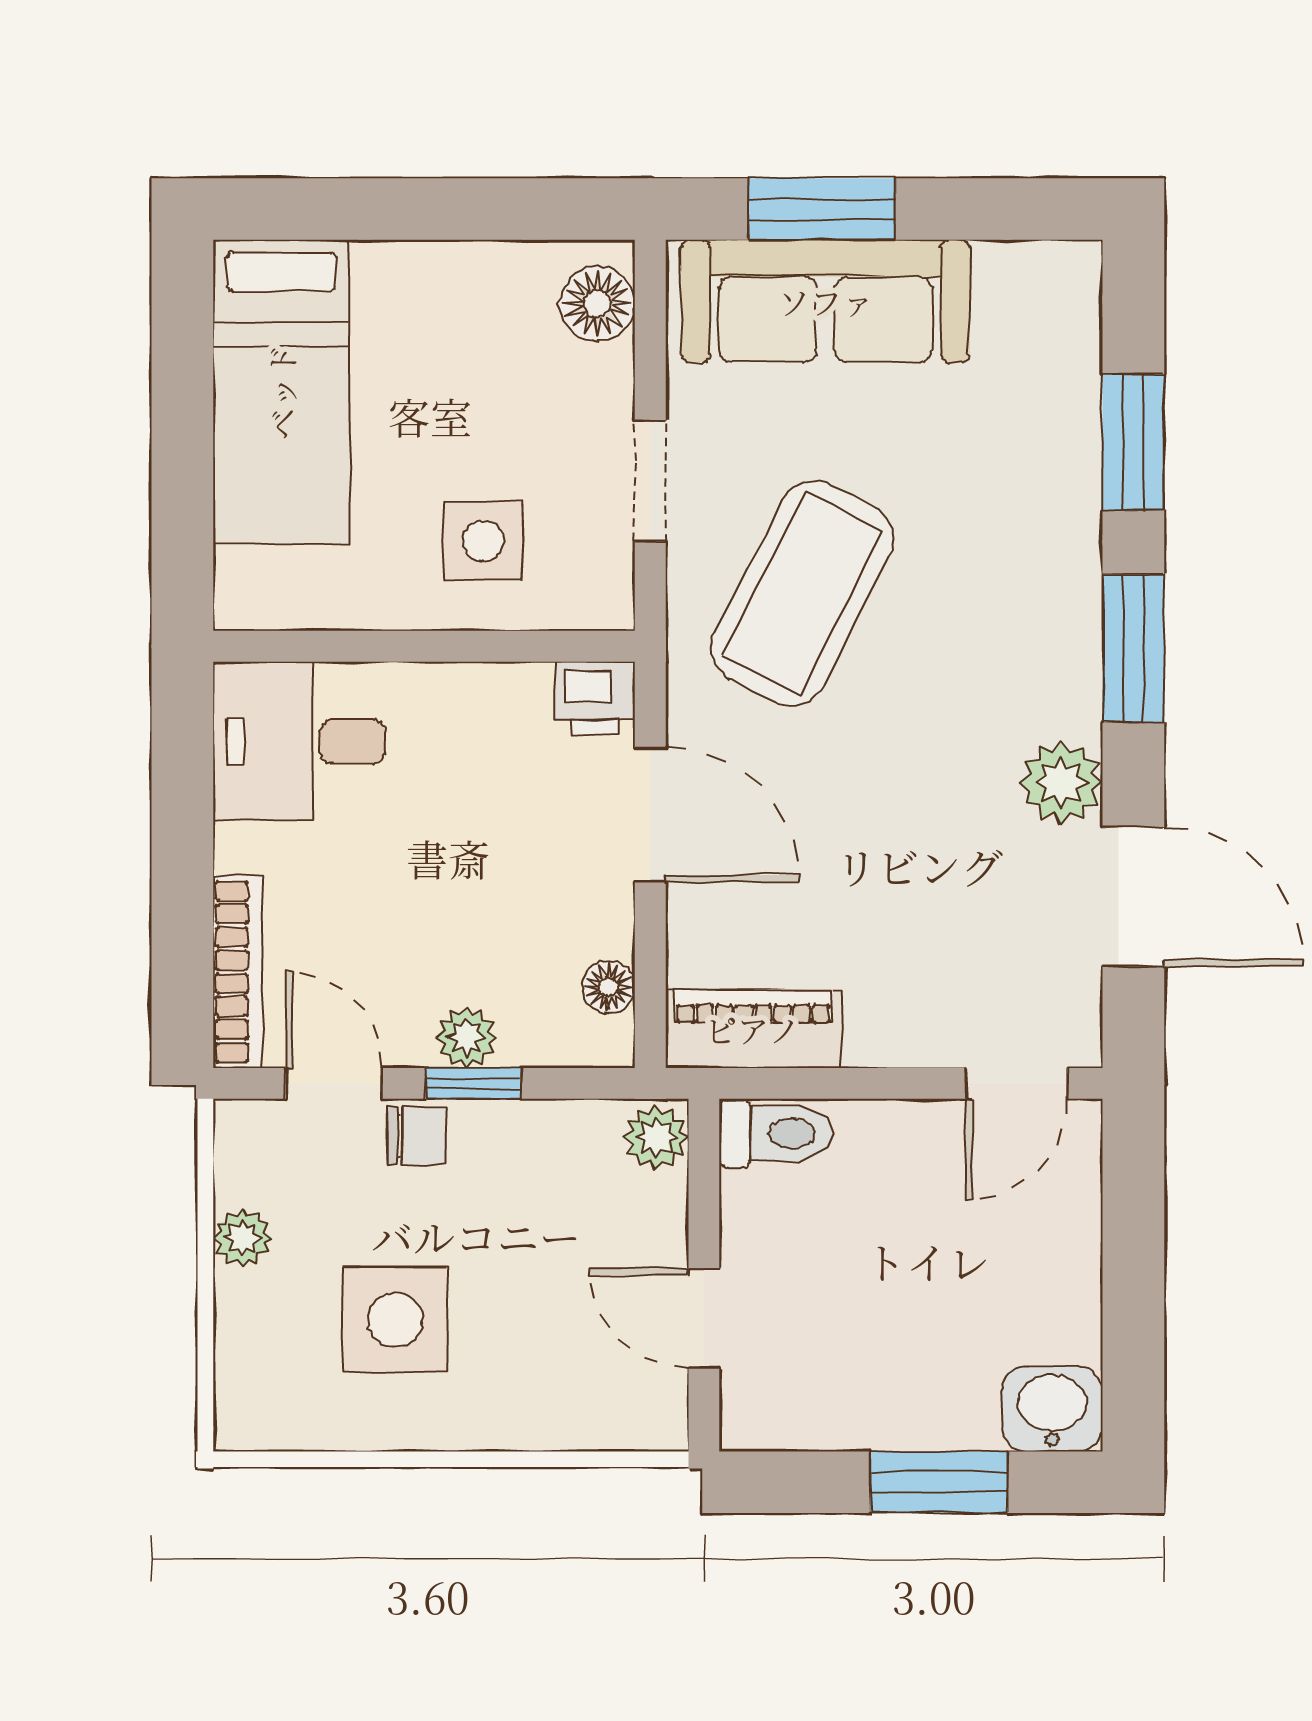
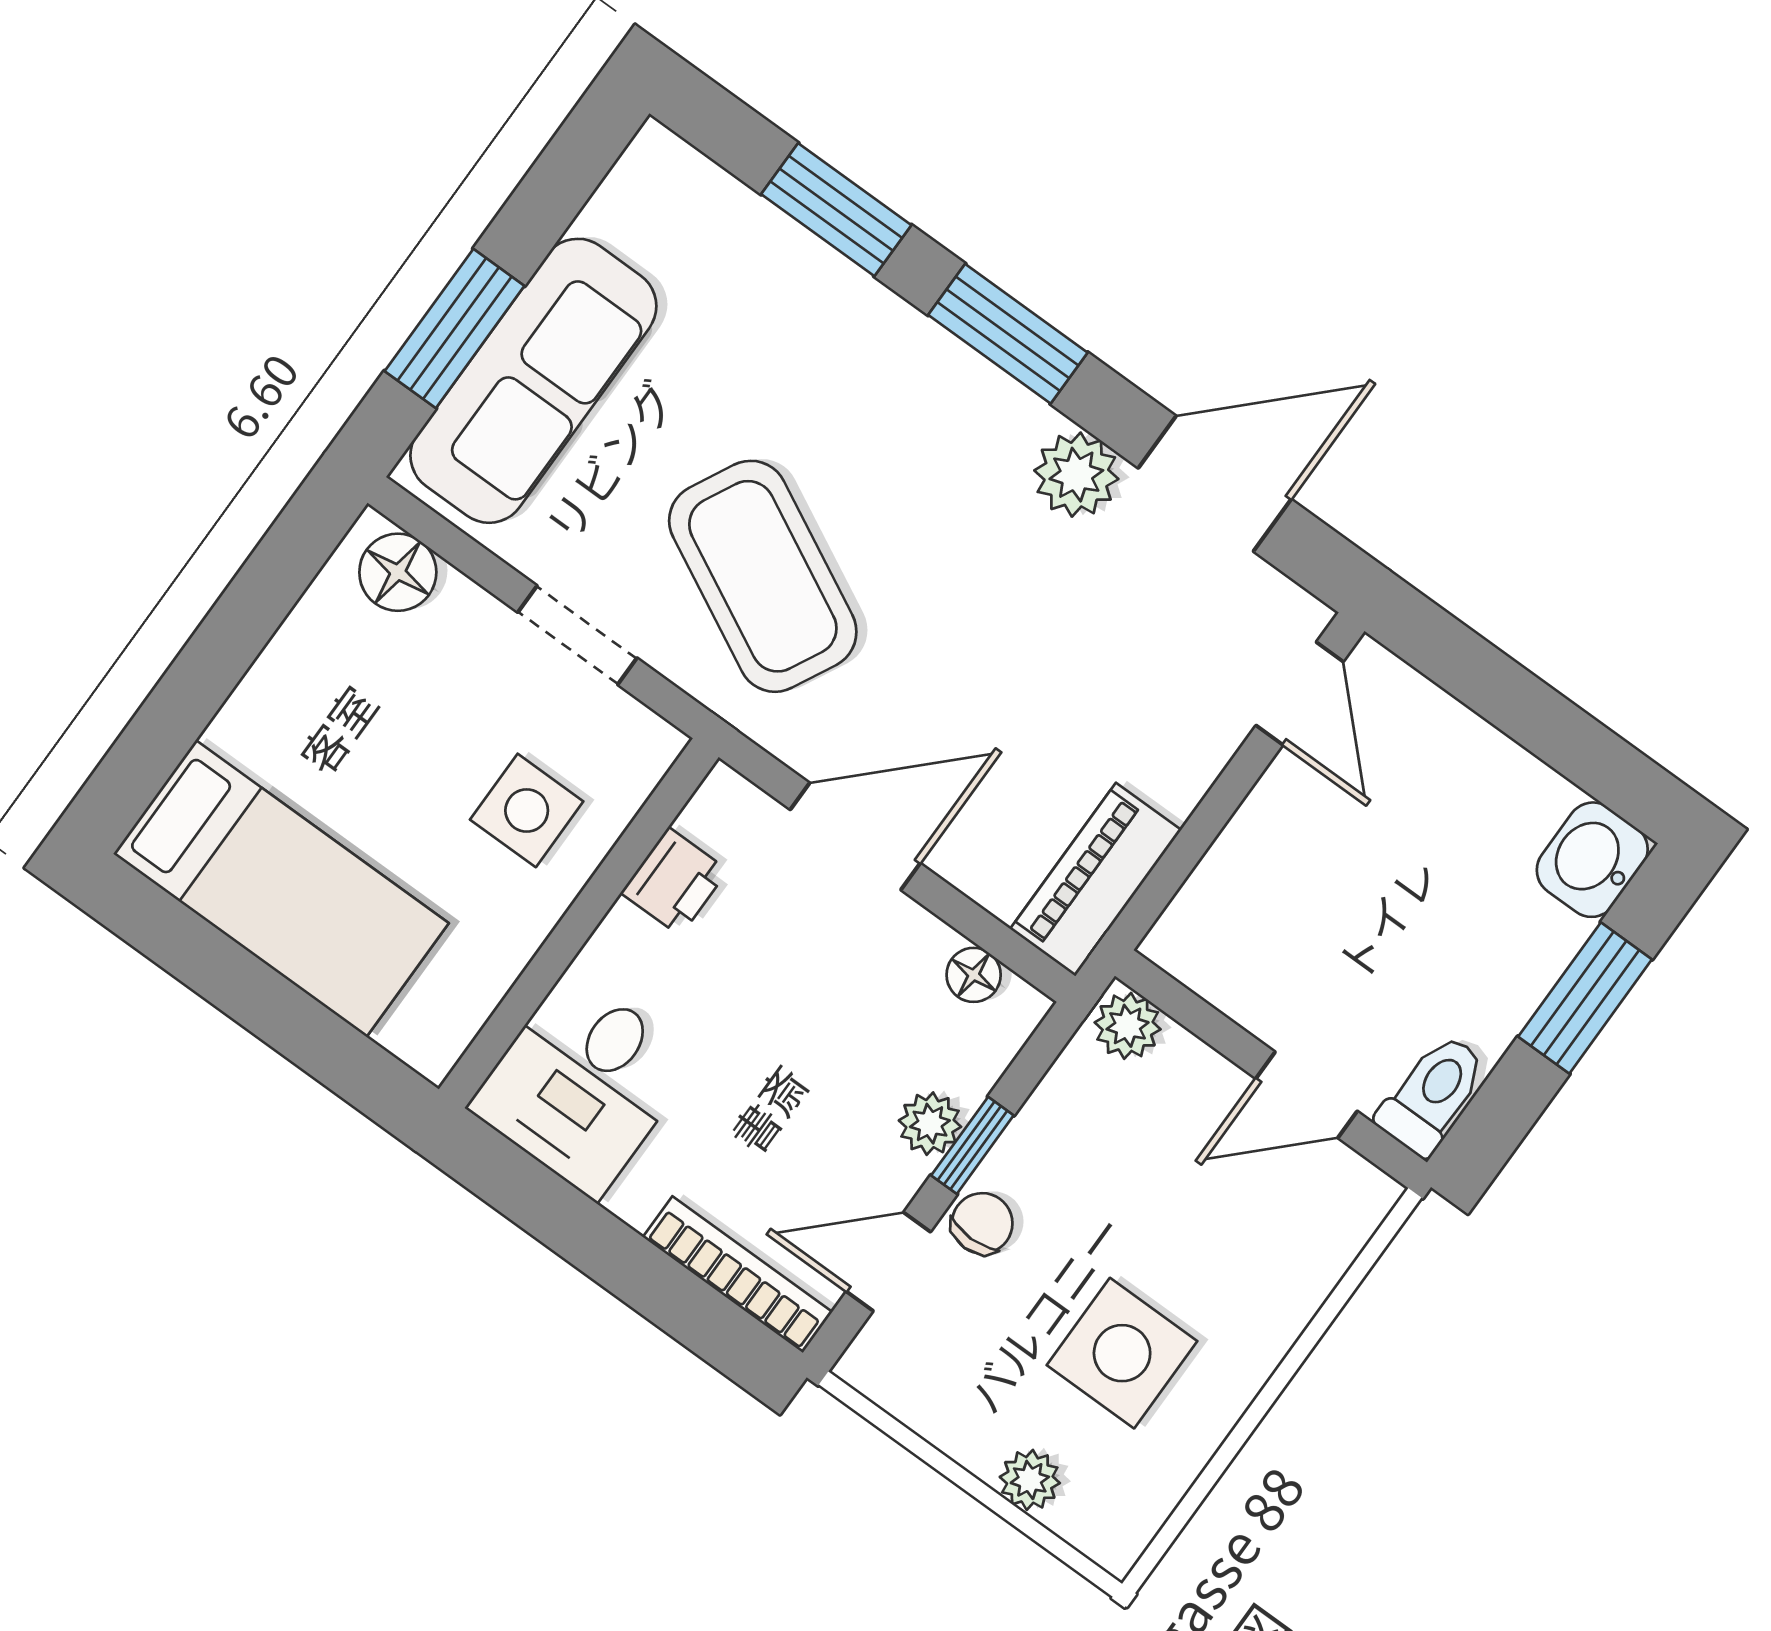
printer: (595, 698) -> (674, 881), moved
toilet: (776, 1133) -> (1433, 1094), moved
plant: (242, 1238) -> (1030, 1480), moved

